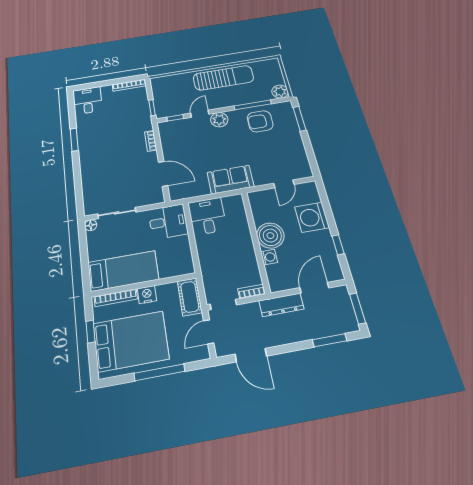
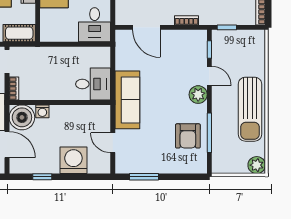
plant: (280, 92) -> (257, 165), moved
window: (300, 119) -> (144, 177), moved
armchair: (260, 121) -> (188, 136), turned 180
door: (163, 174) -> (146, 27), hinge flipped
sofa: (230, 179) -> (127, 100), width x1.36
desk: (207, 216) -> (93, 84), moved
boiler: (270, 236) -> (22, 117), moved

